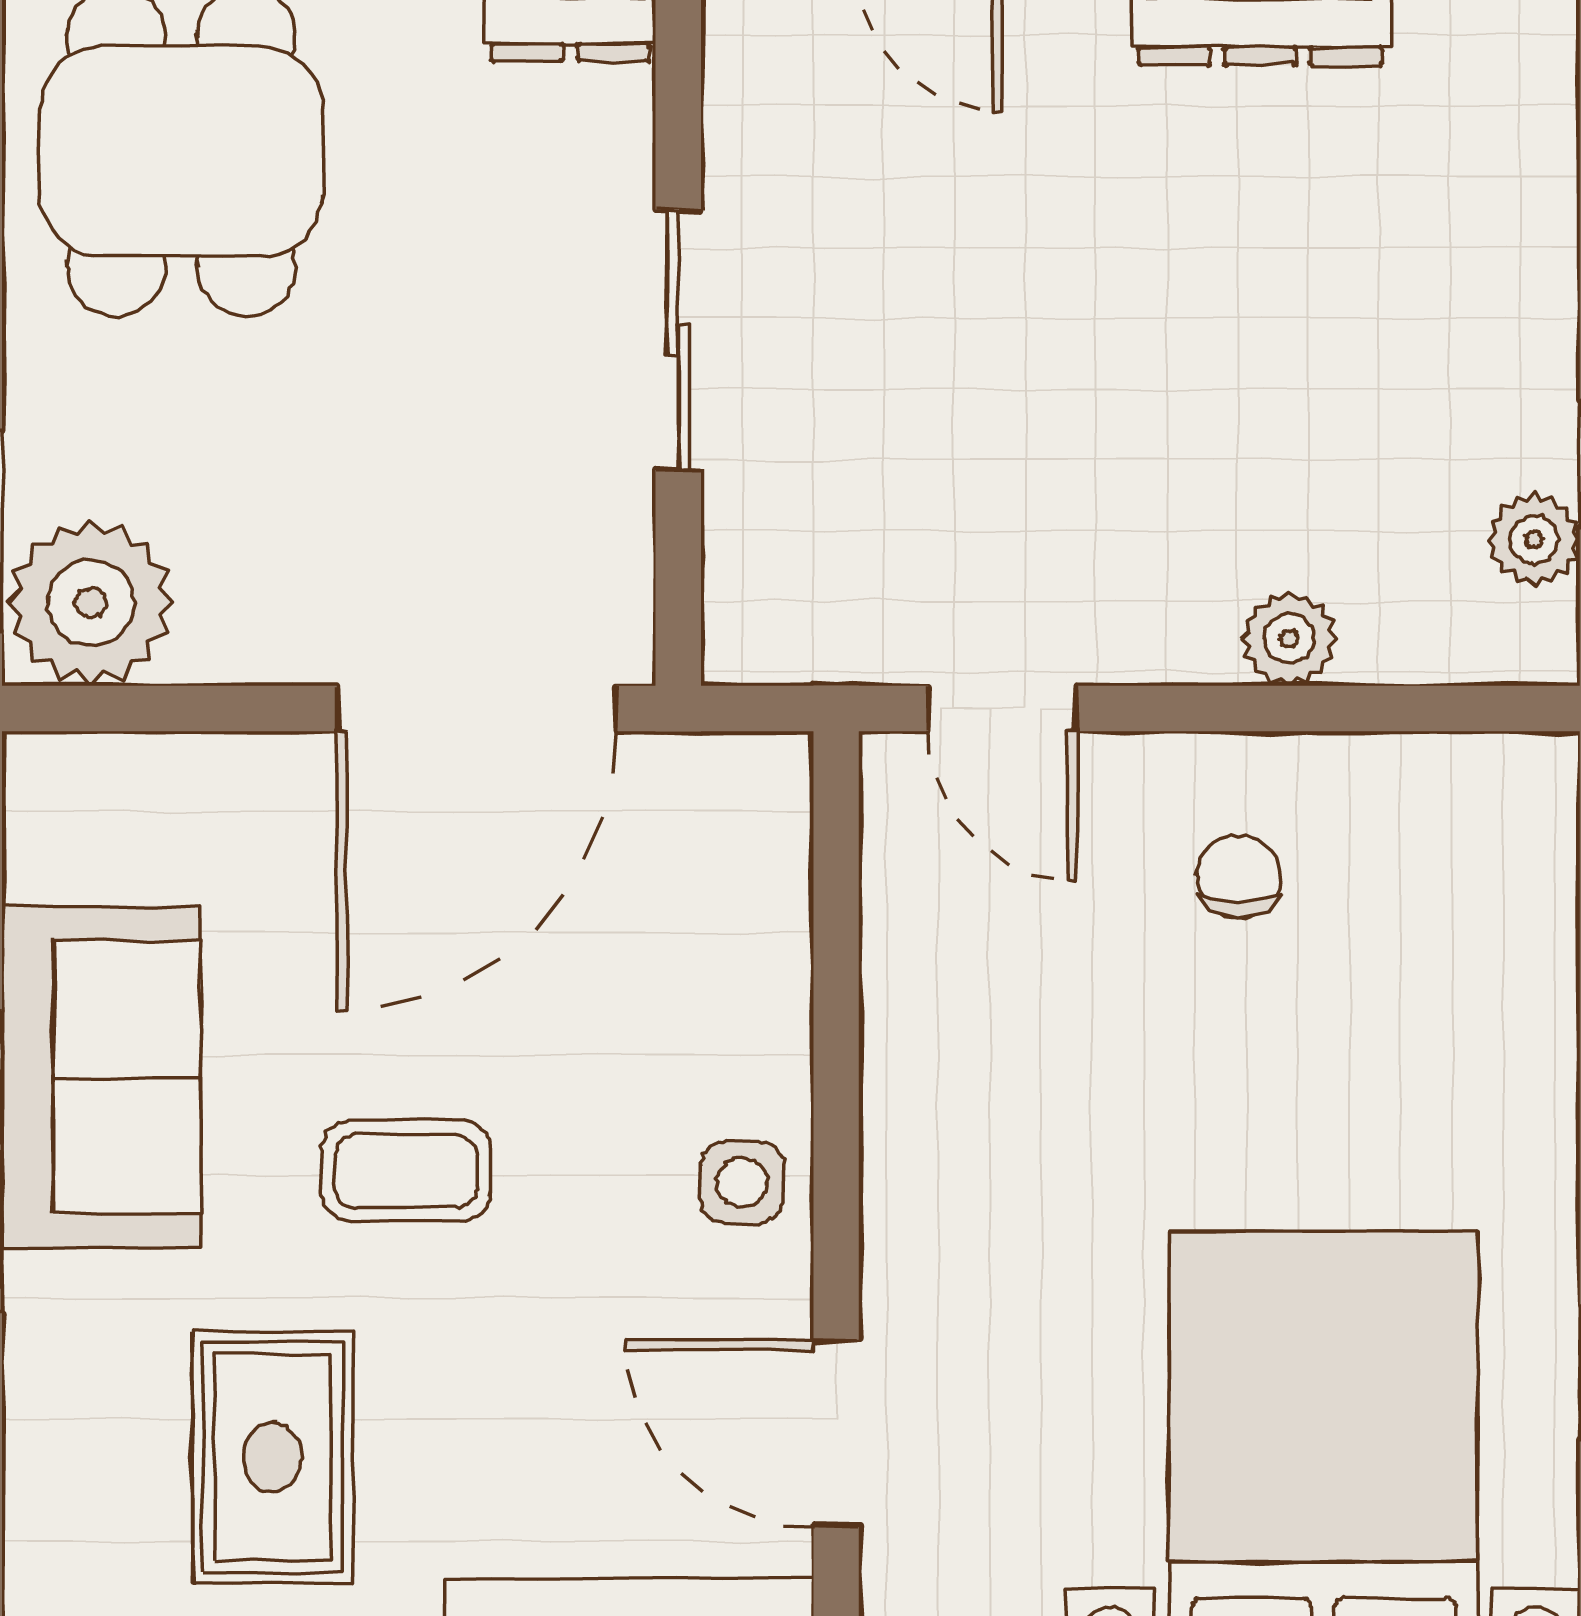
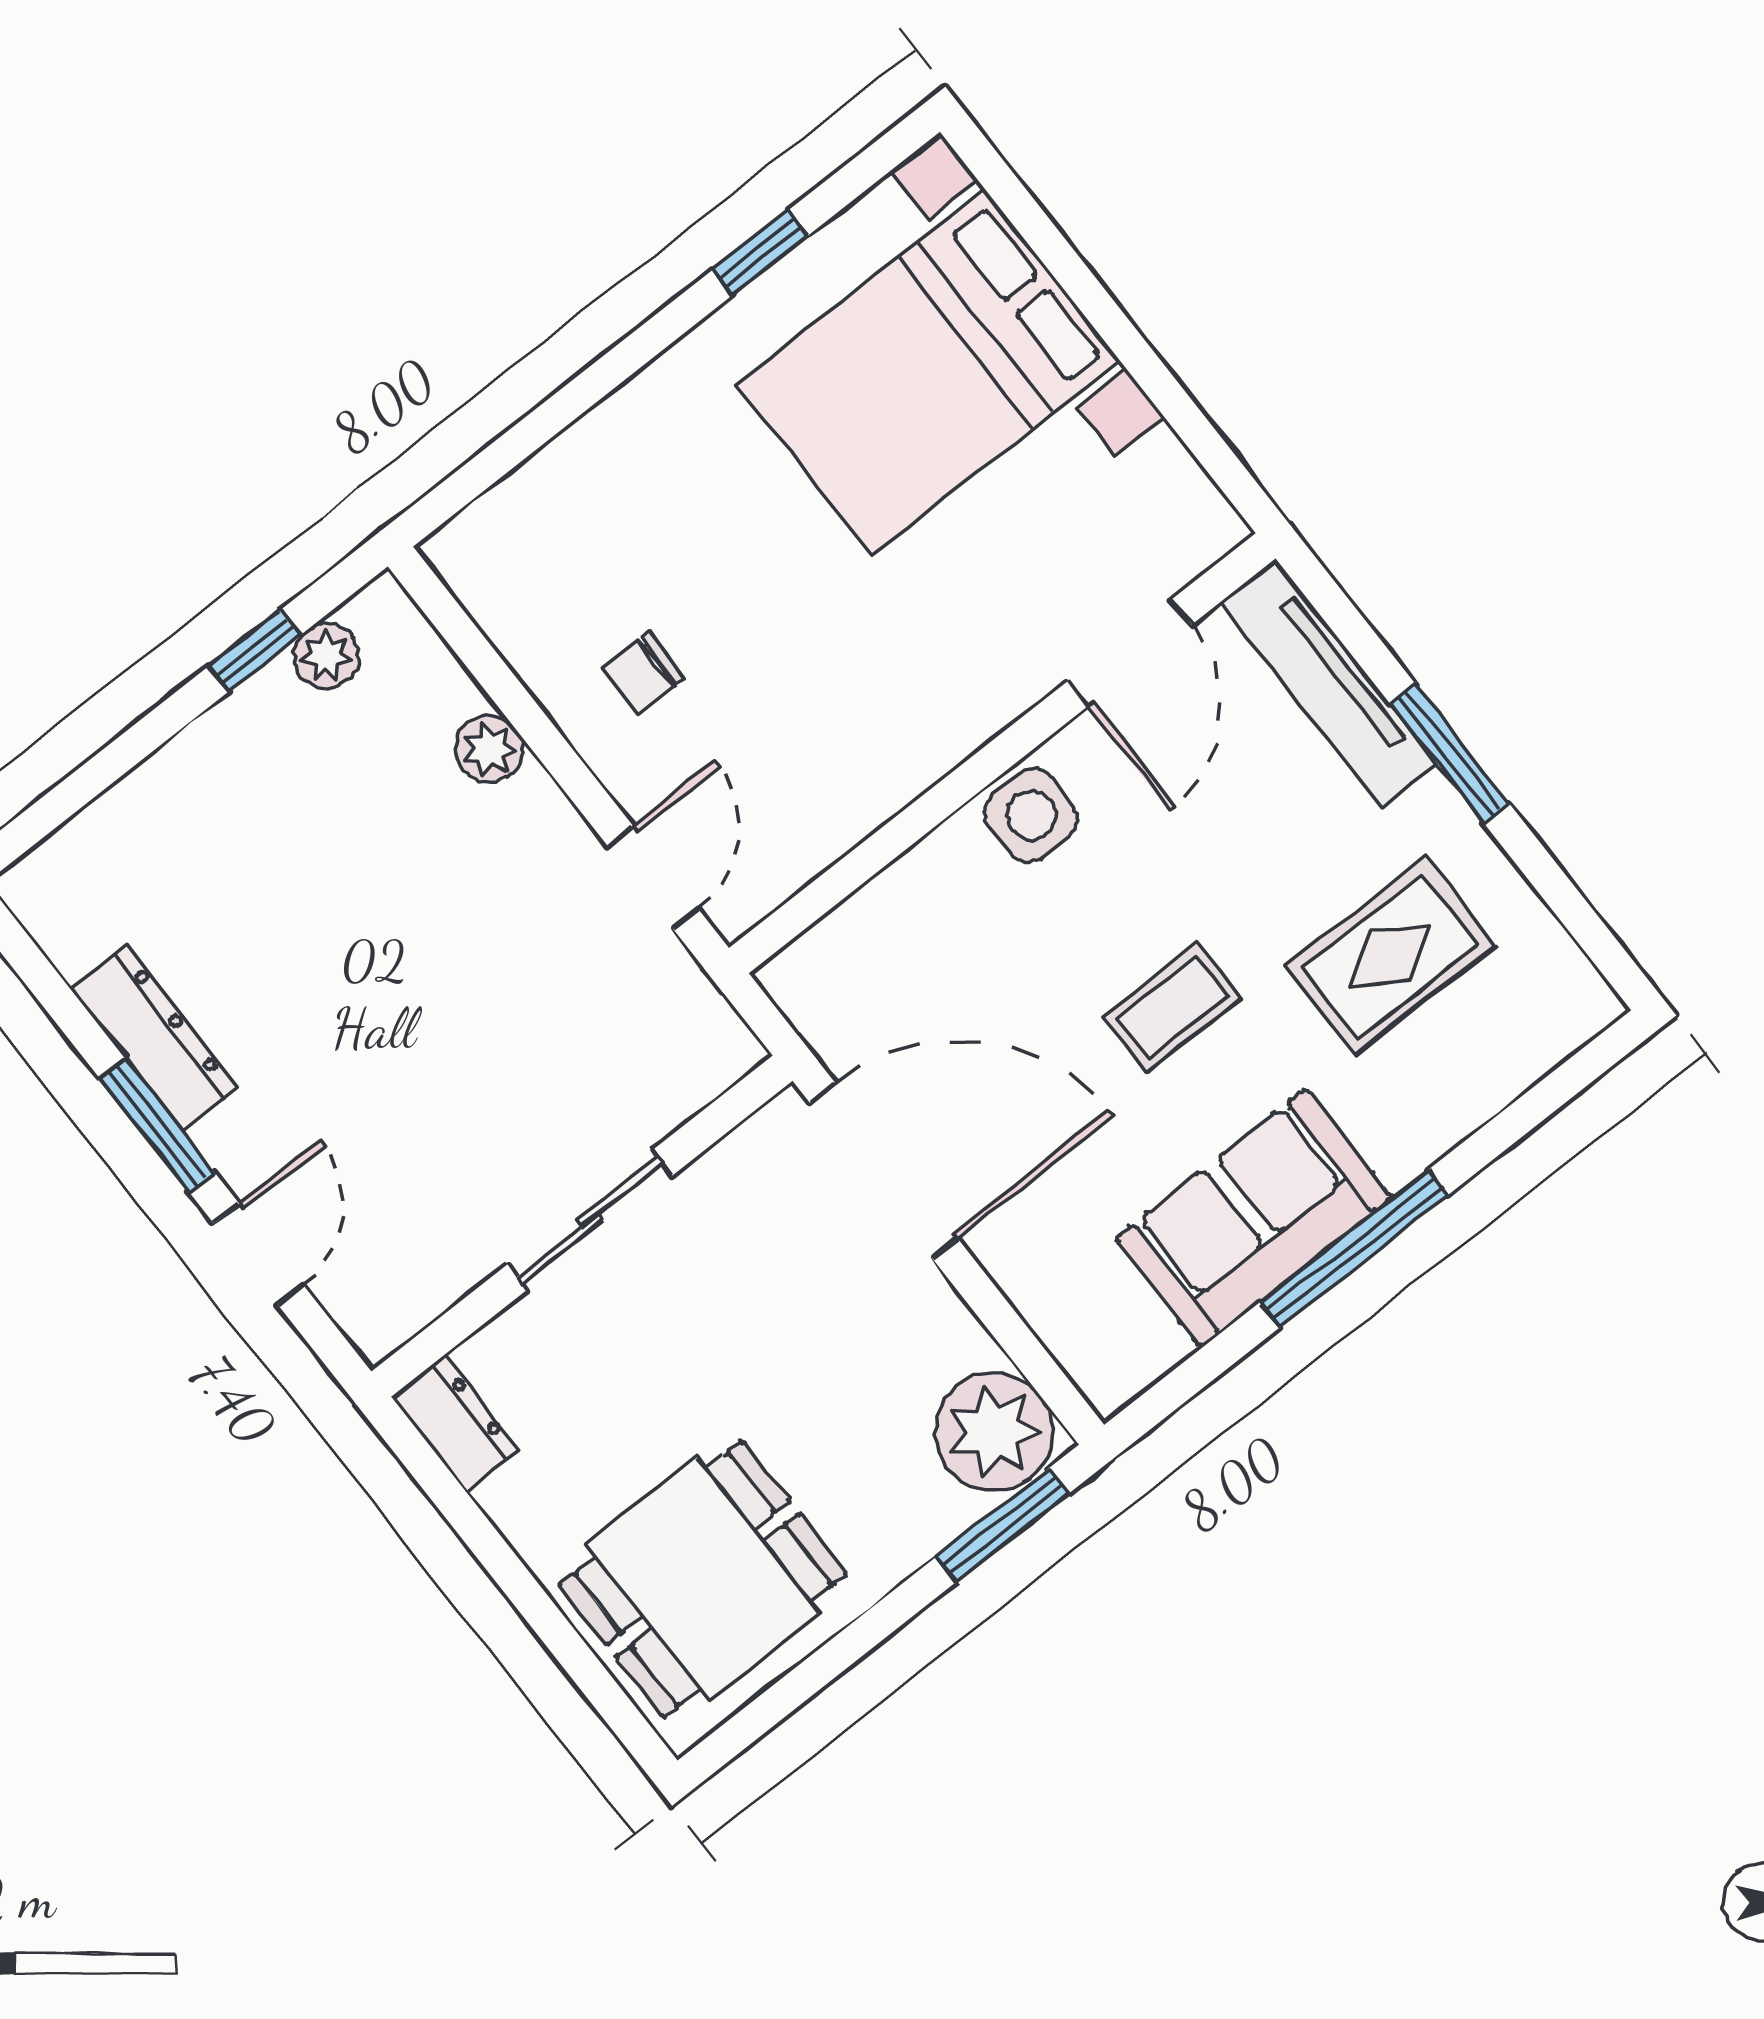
coffee table: (406, 1171) -> (1172, 1007), turned 90
side table: (742, 1182) -> (1031, 815), width x1.37, depth x1.37

